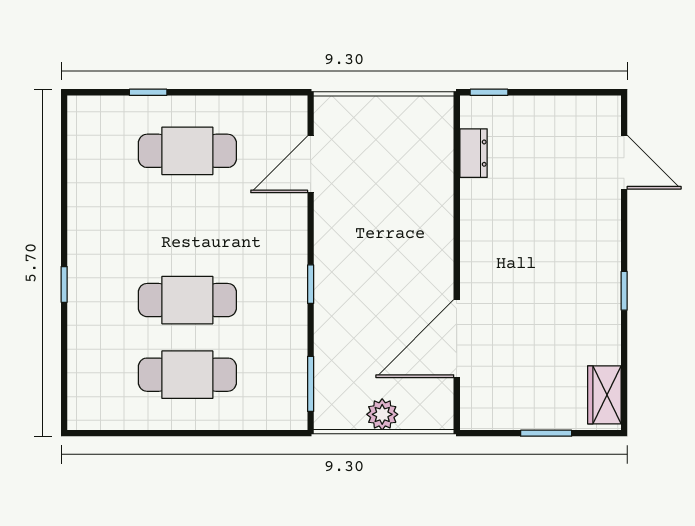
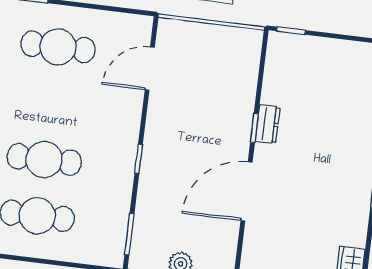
dresser: (473, 153) -> (268, 124), moved
window: (457, 225) -> (254, 128), added
door: (457, 339) -> (247, 191), moved

